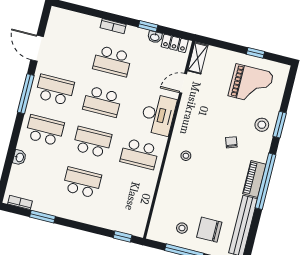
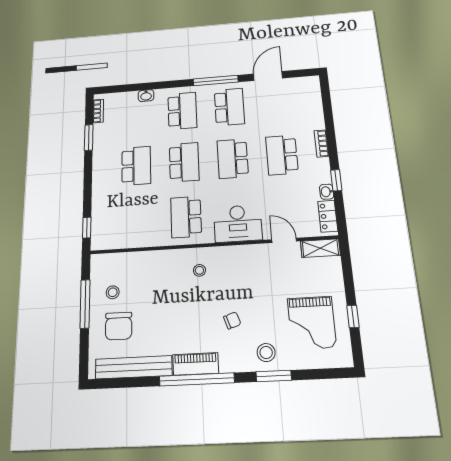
chair: (209, 230) -> (119, 326), turned 180

